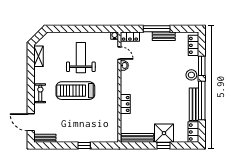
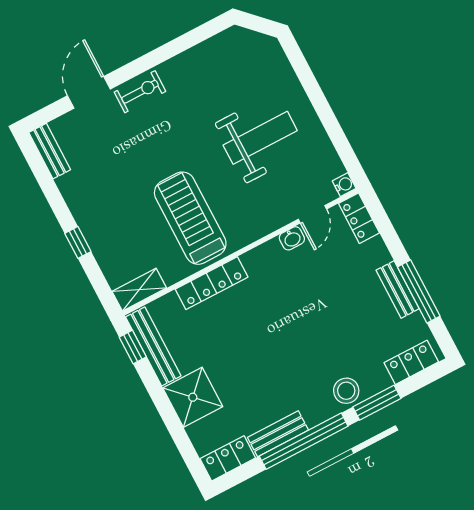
window: (157, 29) -> (419, 291), moved
shelving: (39, 56) -> (139, 290), moved
treadmill: (75, 91) -> (190, 218), moved
locker: (125, 104) -> (212, 283), width x1.53
bench: (194, 104) -> (278, 434), width x0.73
door: (31, 122) -> (89, 92), moved
window: (163, 146) -> (133, 347), moved

